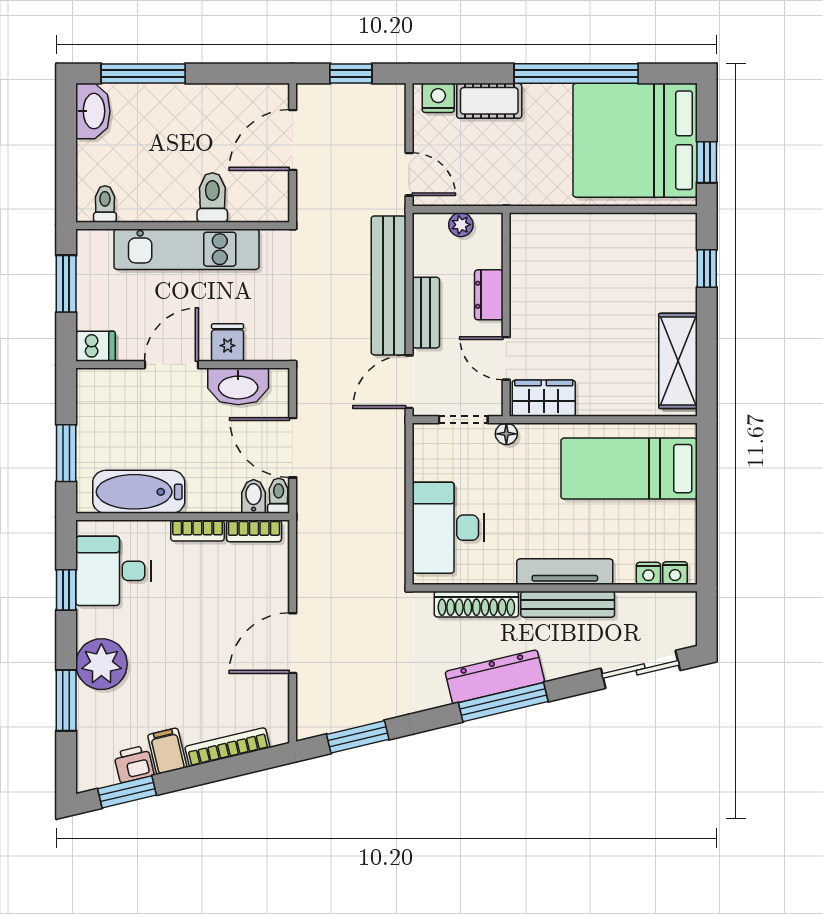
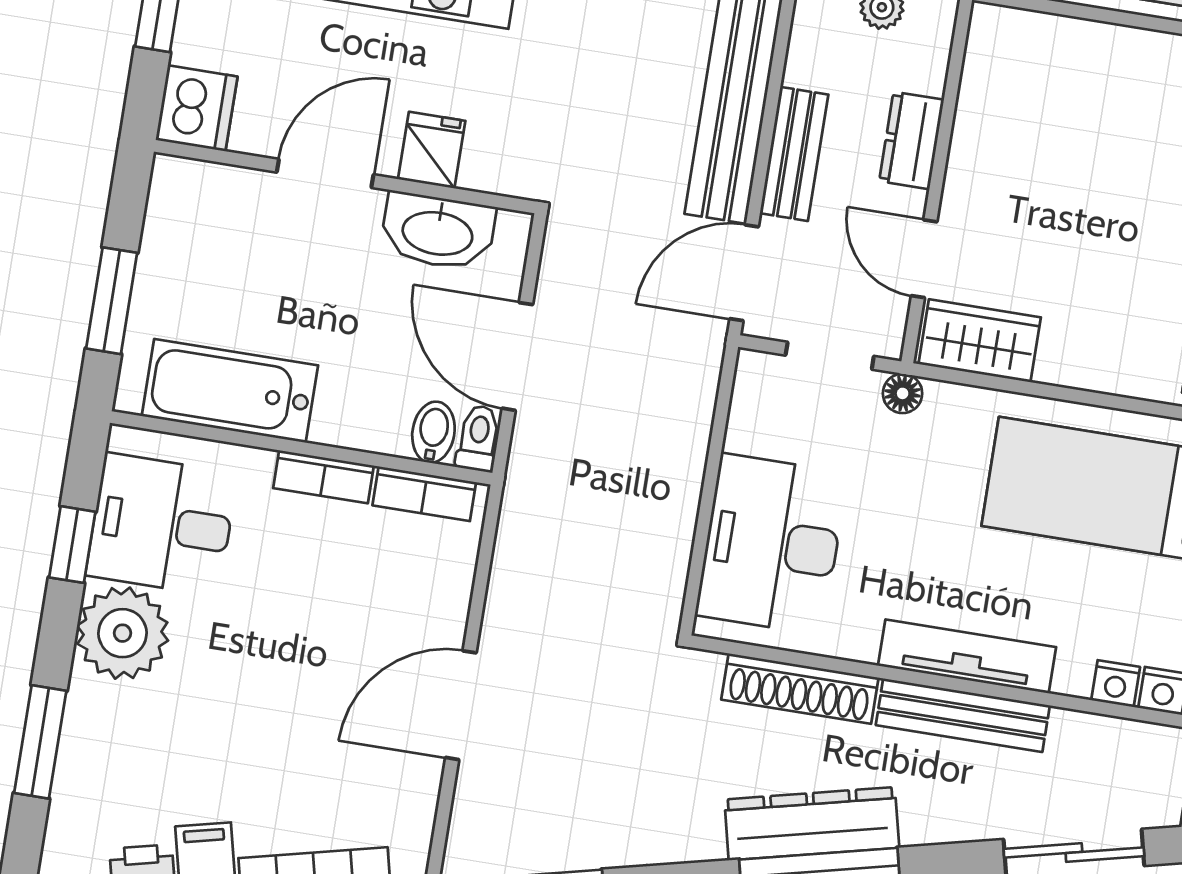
dishwasher: (95, 346) -> (197, 108), width x1.38
plant: (101, 664) -> (122, 633), moved

